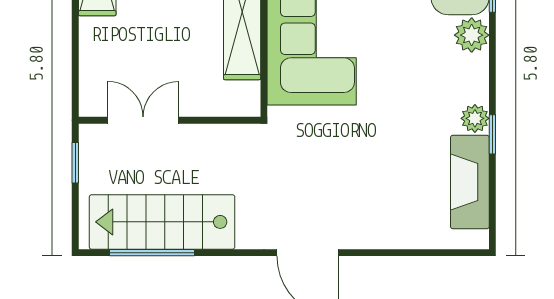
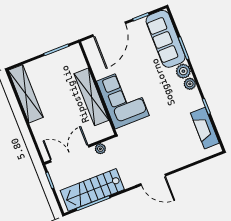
plant: (475, 118) -> (190, 84), moved
double door: (143, 120) -> (70, 154), width x1.37
plant: (217, 136) -> (100, 149), added

